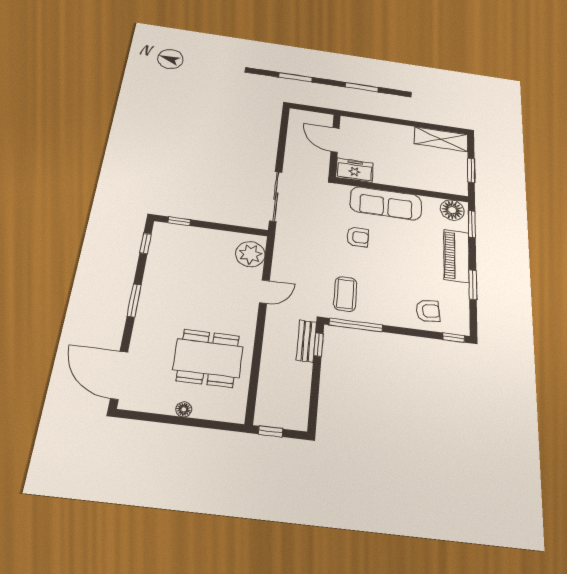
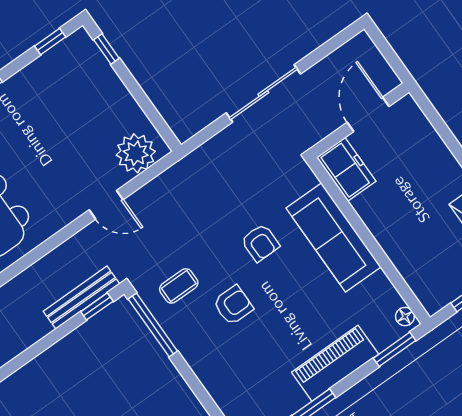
sliding door: (276, 196) -> (263, 93), moved
floor lamp: (452, 210) -> (405, 317), width x0.53, depth x0.53
coffee table: (345, 294) -> (179, 286), width x0.73, depth x0.77
armchair: (428, 311) -> (233, 305), moved, turned -83
bench: (306, 341) -> (81, 298), width x1.36

